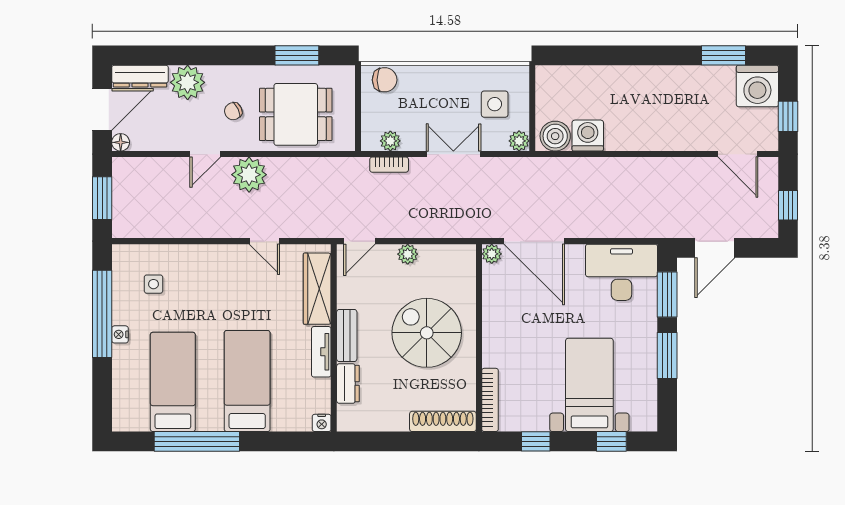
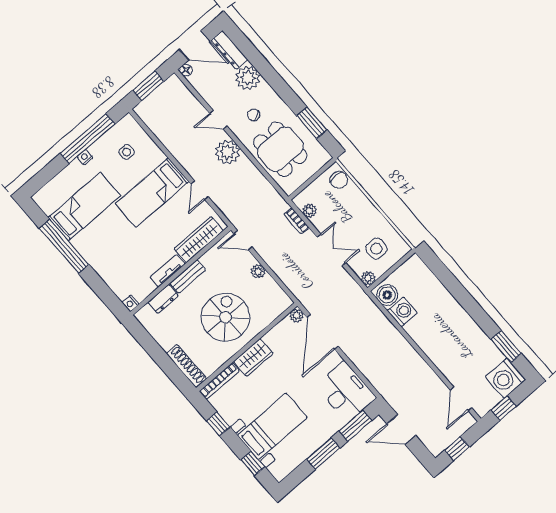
wardrobe: (497, 341) -> (253, 358), added
bed: (247, 381) -> (152, 193), moved, turned 180

